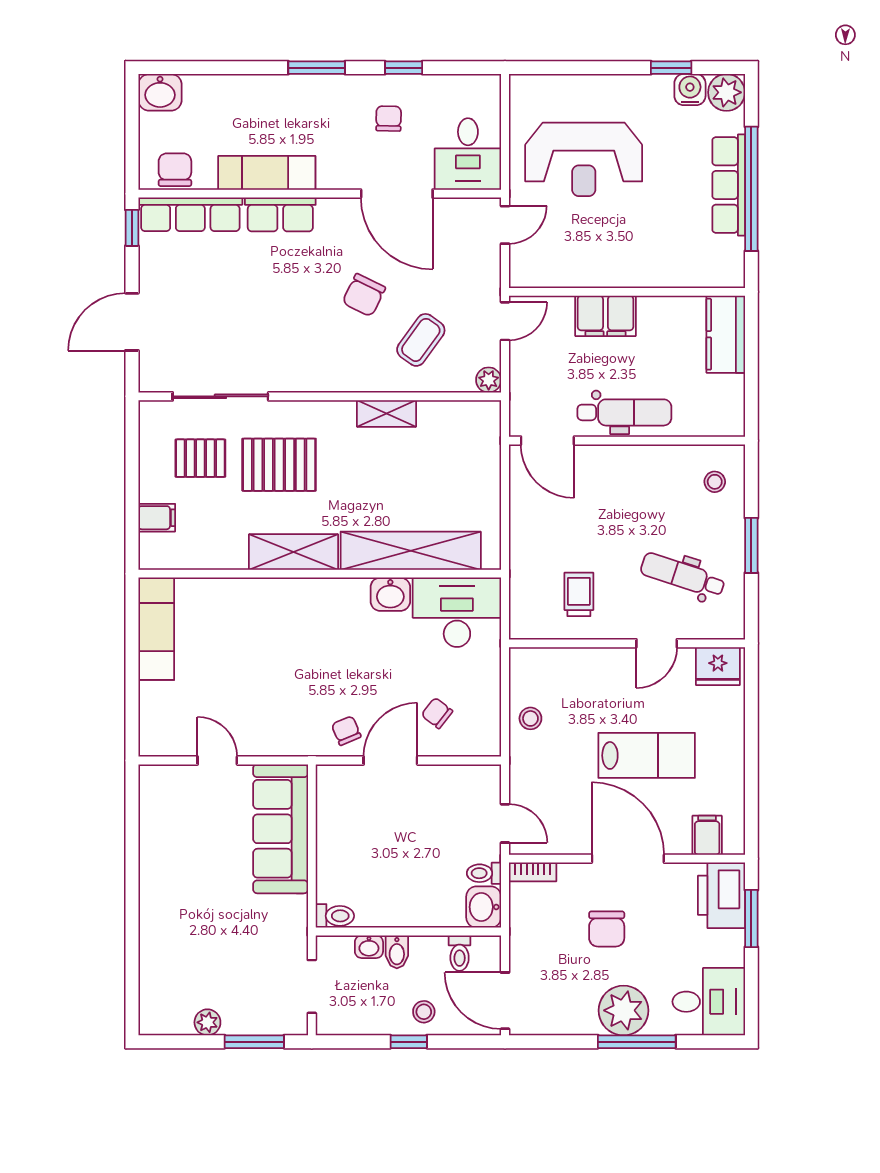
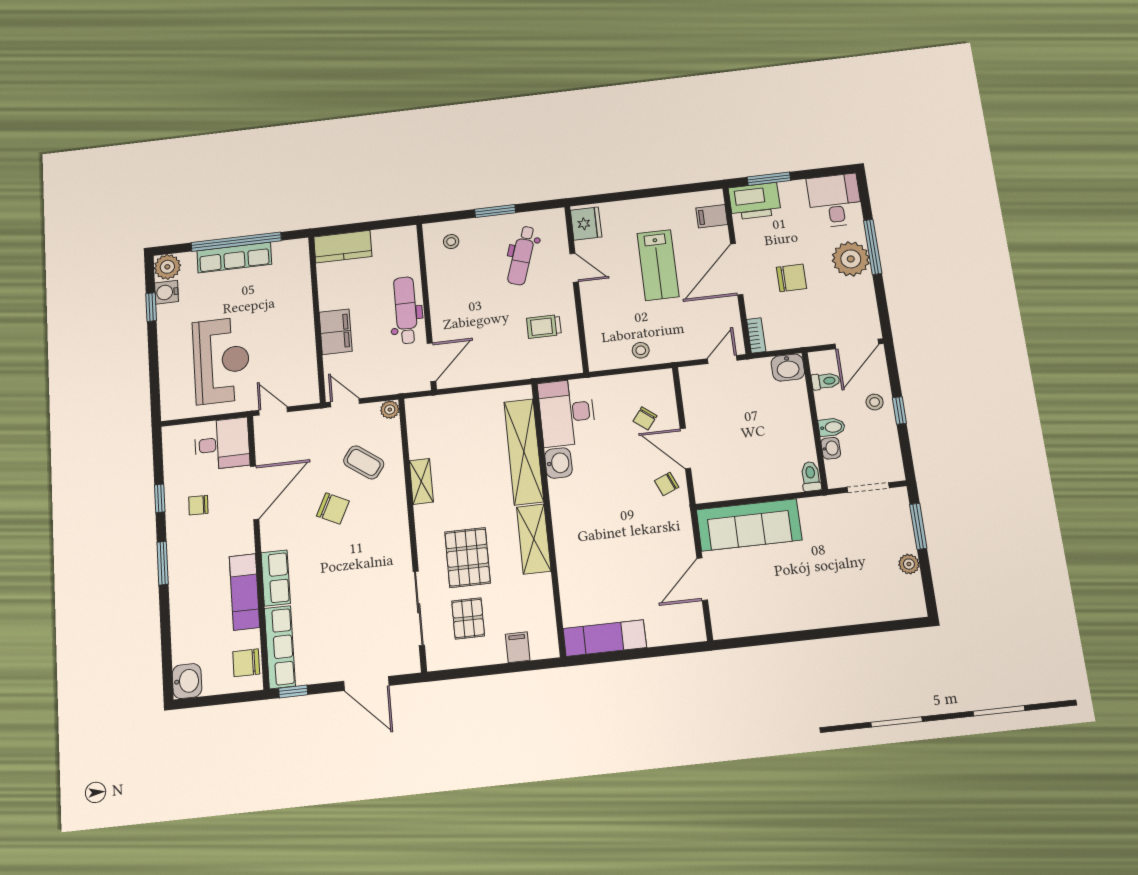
lab bench: (647, 755) -> (658, 265), turned 180
door: (217, 760) -> (702, 579), width x1.38
toilet: (484, 873) -> (762, 370), removed

